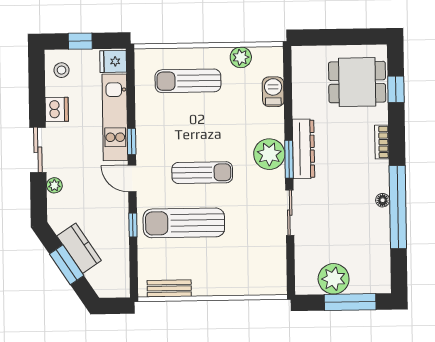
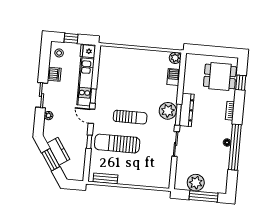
plant: (241, 57) -> (175, 58), moved
sun lounger: (188, 81) -> (128, 66), removed

